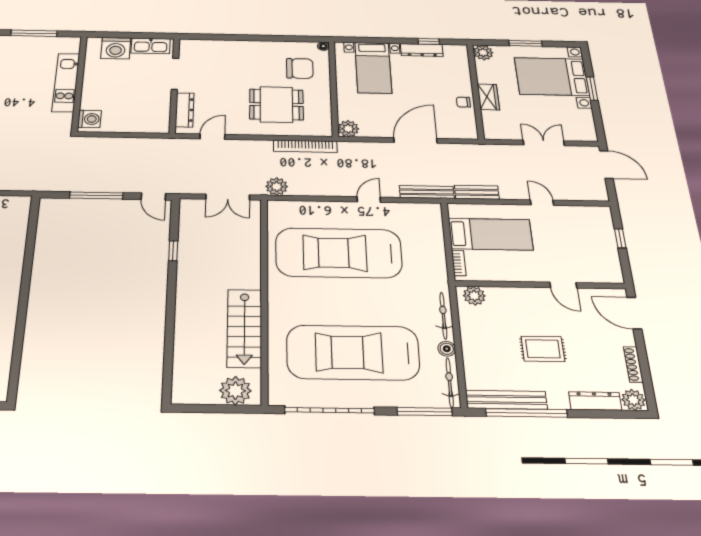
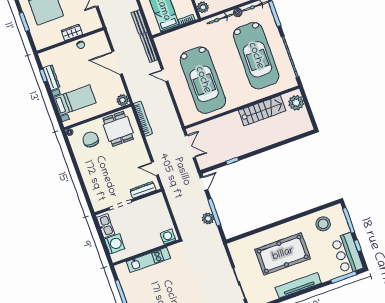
plant: (483, 53) -> (40, 43), removed
dining table: (276, 105) -> (118, 129), moved
plant: (277, 187) -> (208, 219), moved

